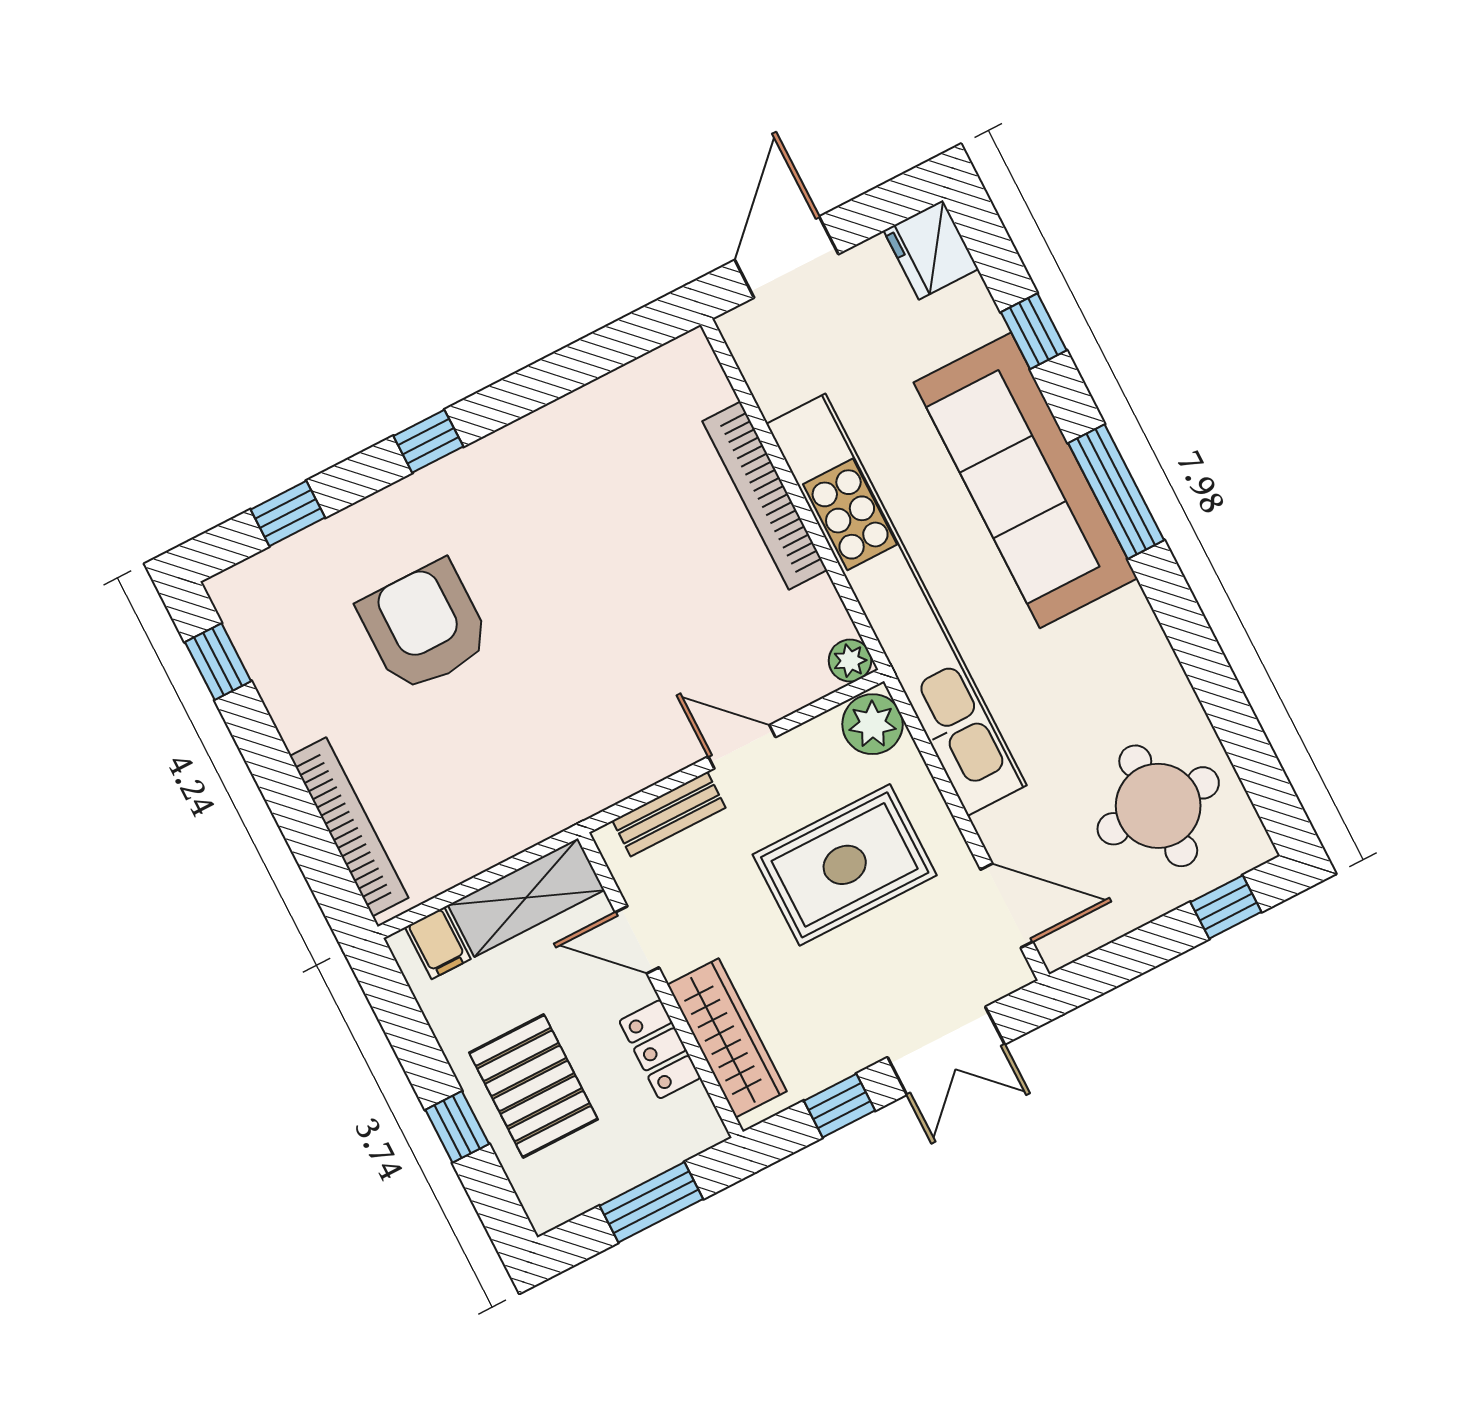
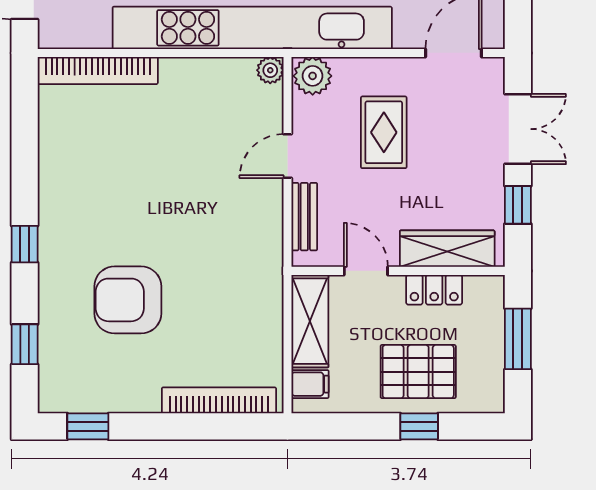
bookcase: (765, 496) -> (98, 70), moved
rug: (845, 865) -> (384, 132), width x0.73, depth x0.70
door: (637, 940) -> (366, 271), swing flipped

